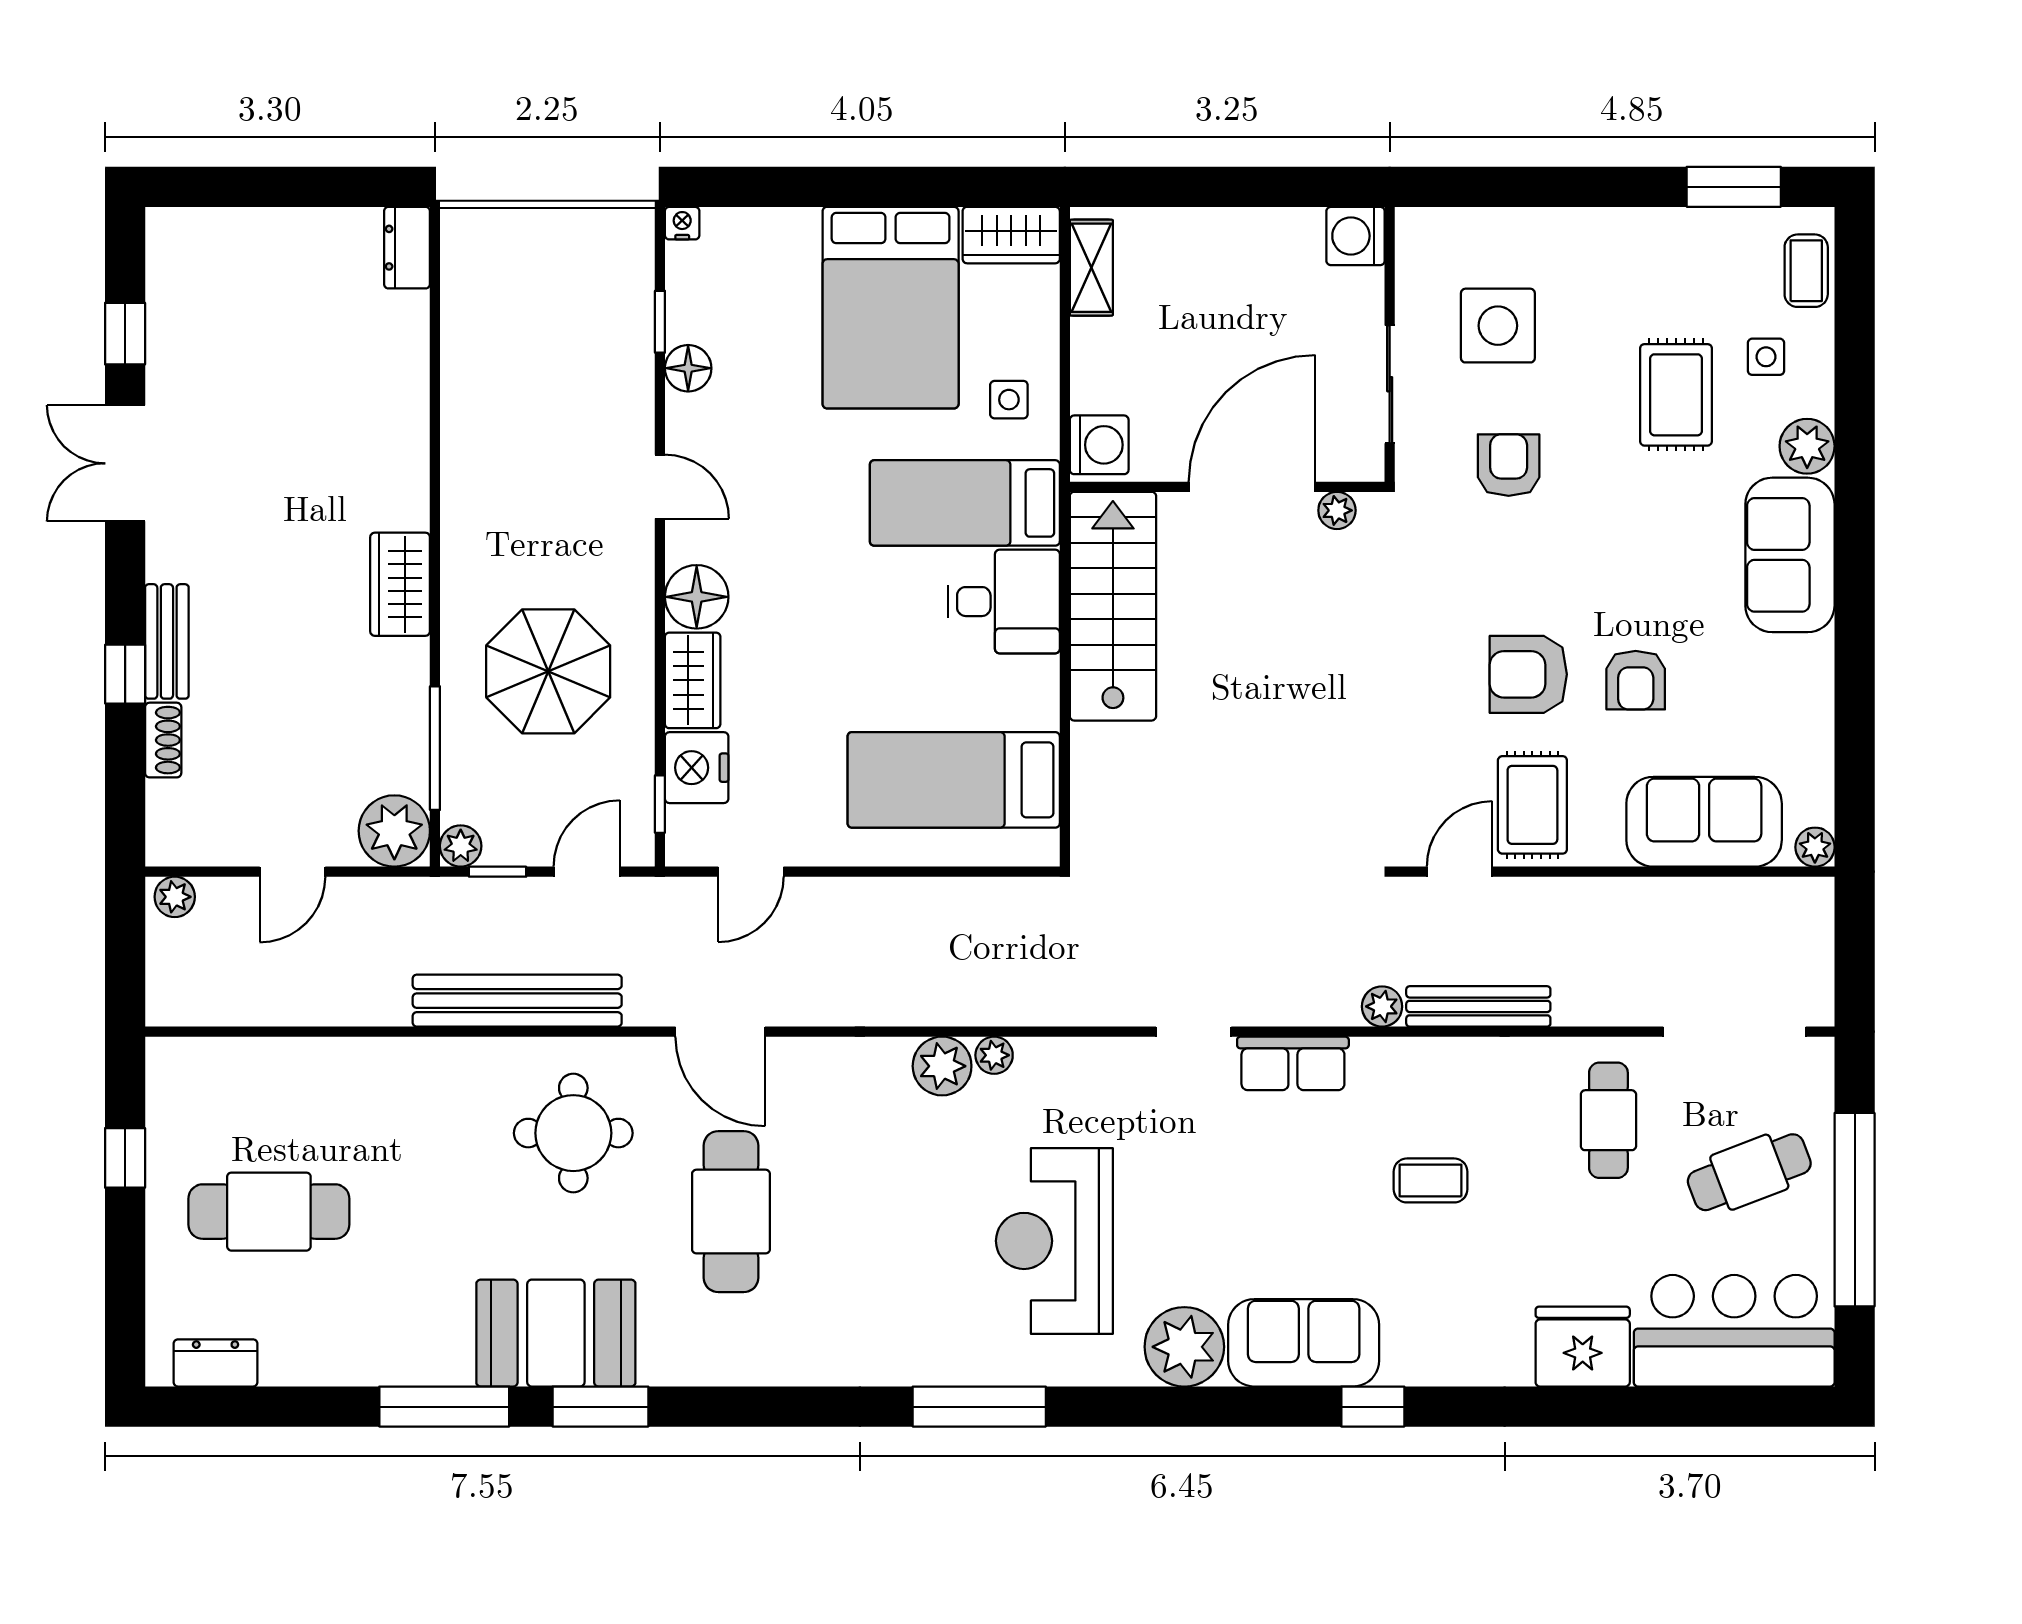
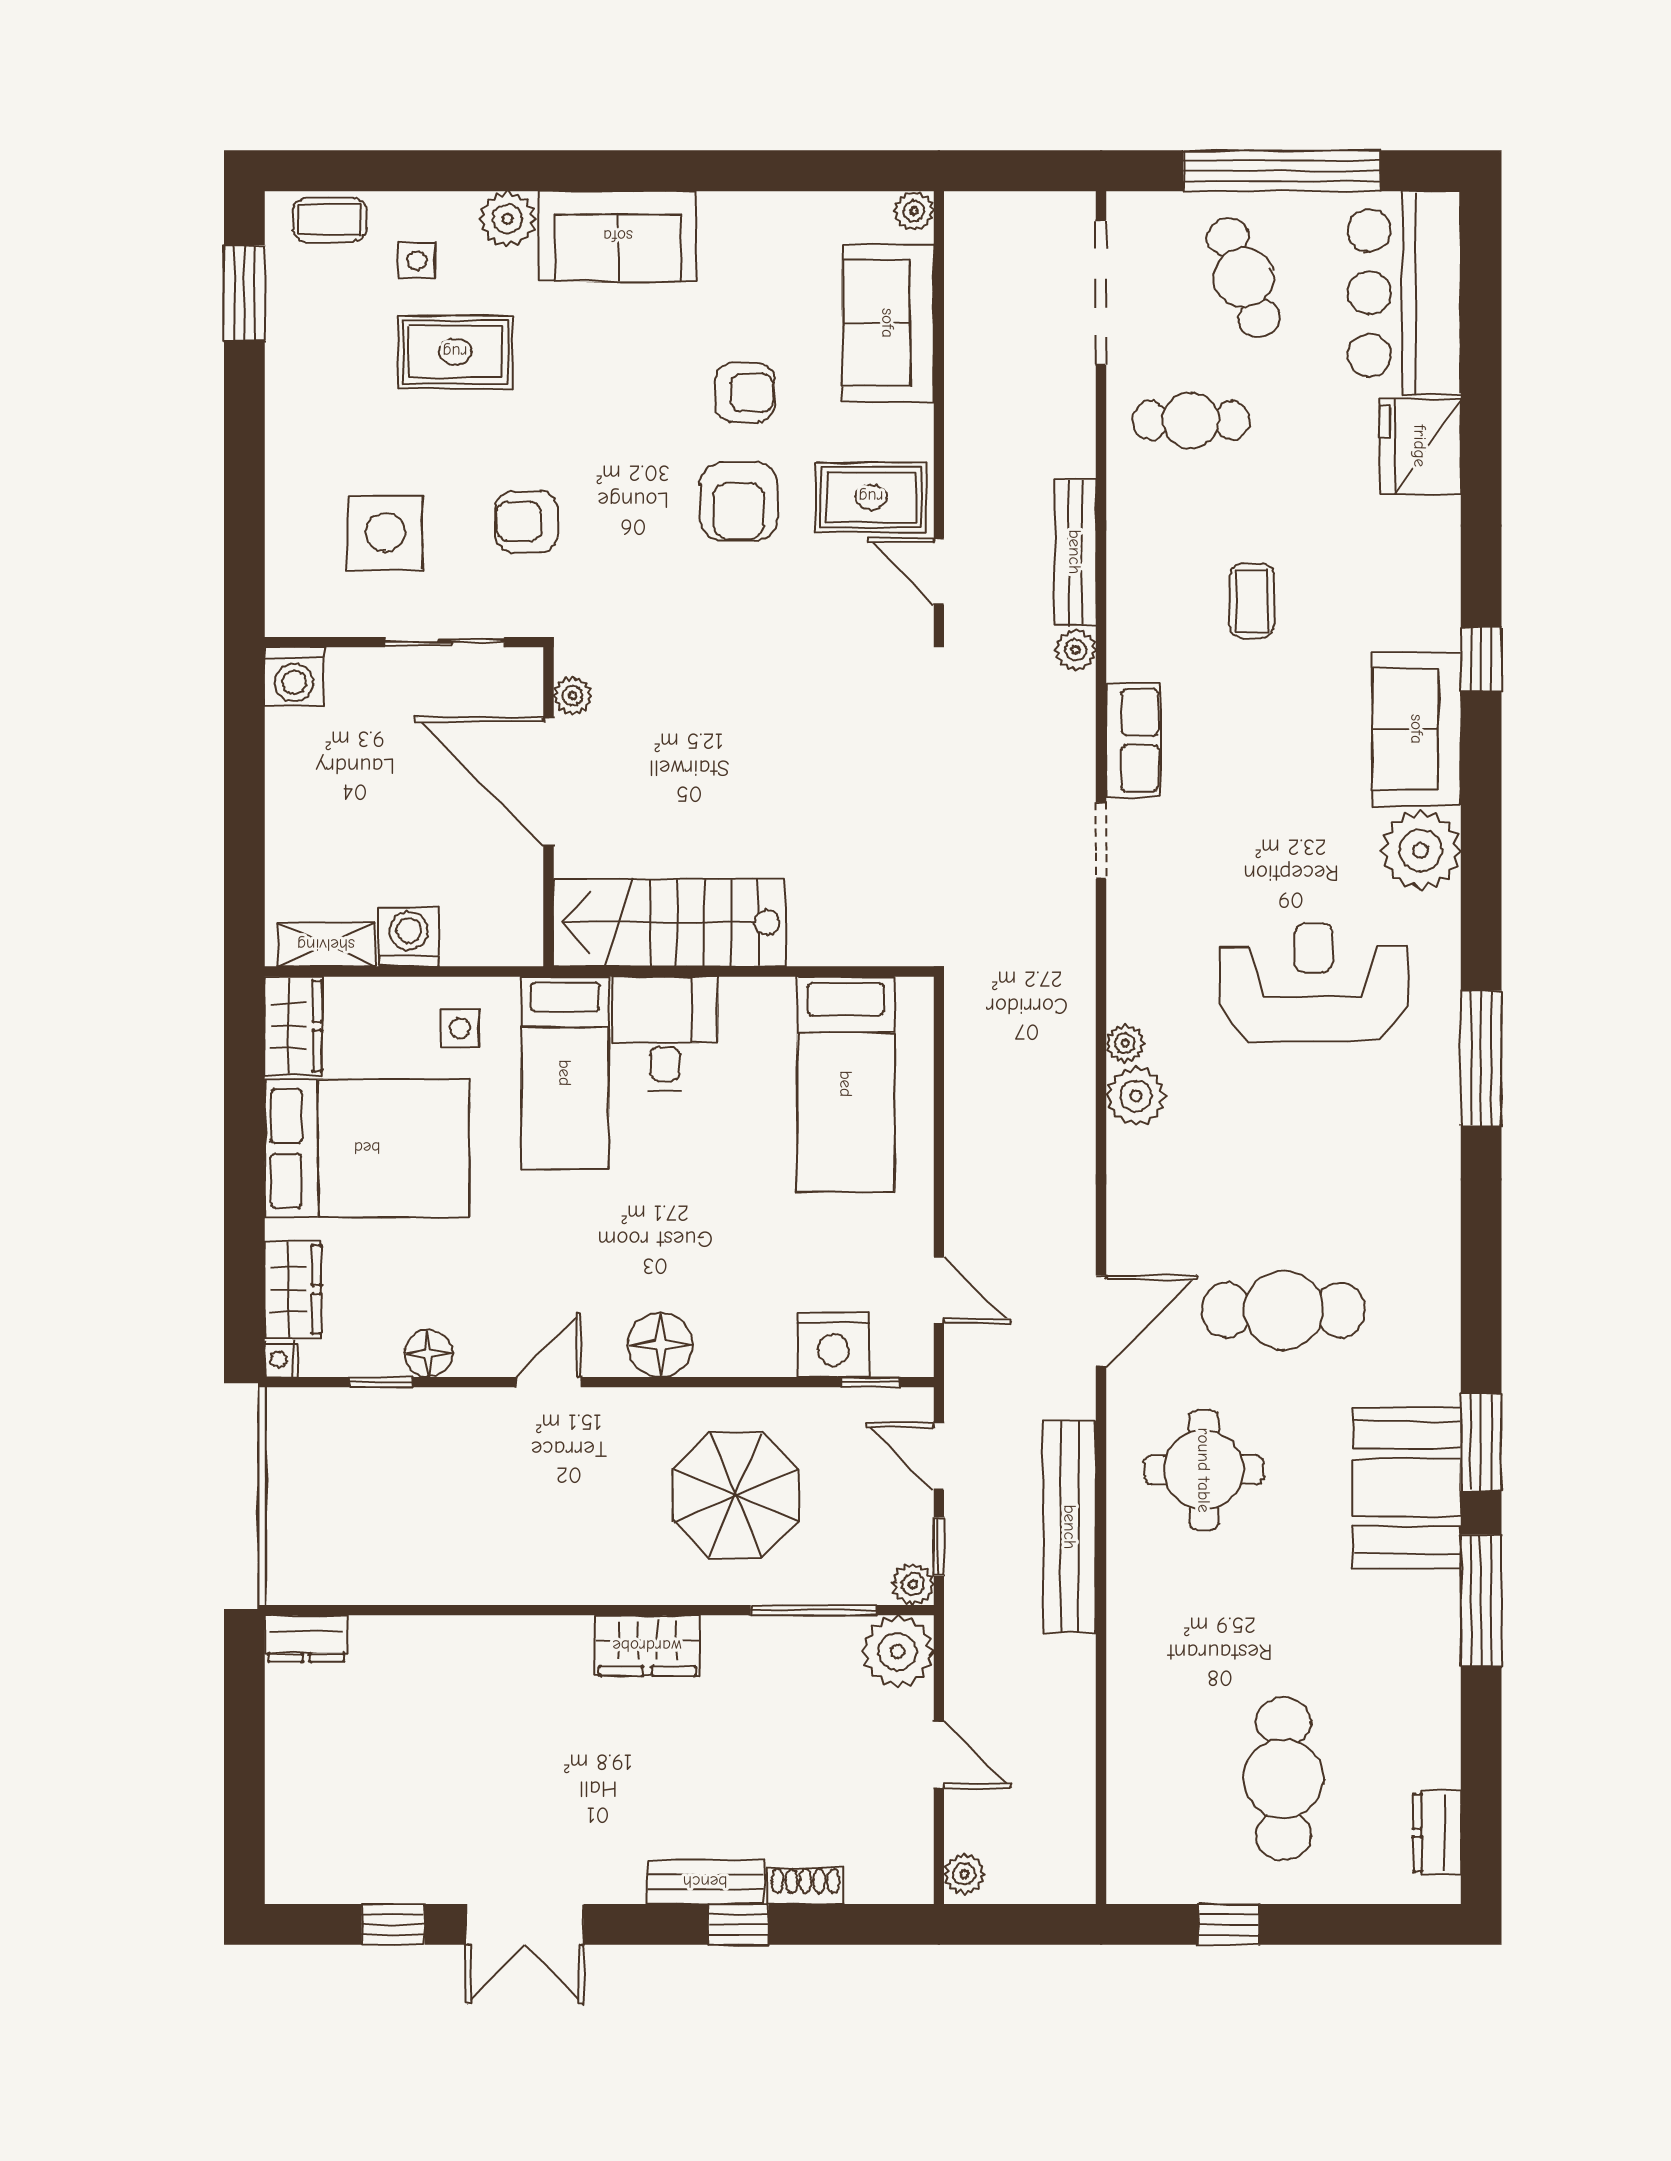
washing machine: (1099, 445) -> (409, 937), moved
wardrobe: (693, 680) -> (293, 1289), moved, turned 90
reception desk: (1054, 1241) -> (1313, 982), turned 180

